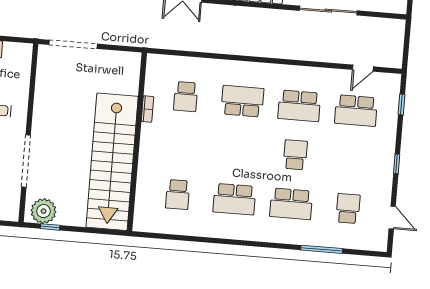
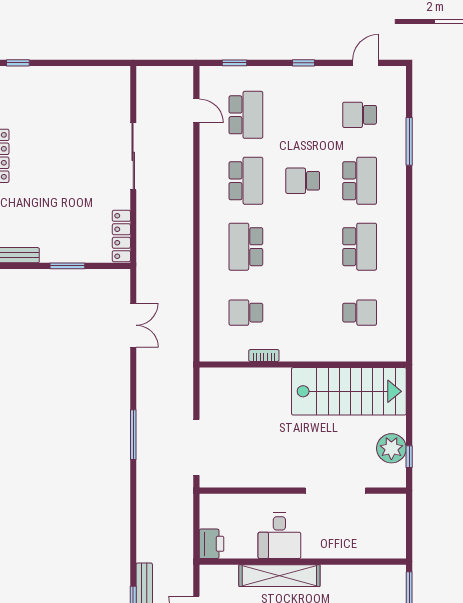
school desk: (186, 97) -> (246, 313), turned 180
stairs: (112, 162) -> (349, 391), width x0.73
plant: (44, 211) -> (391, 448), moved

